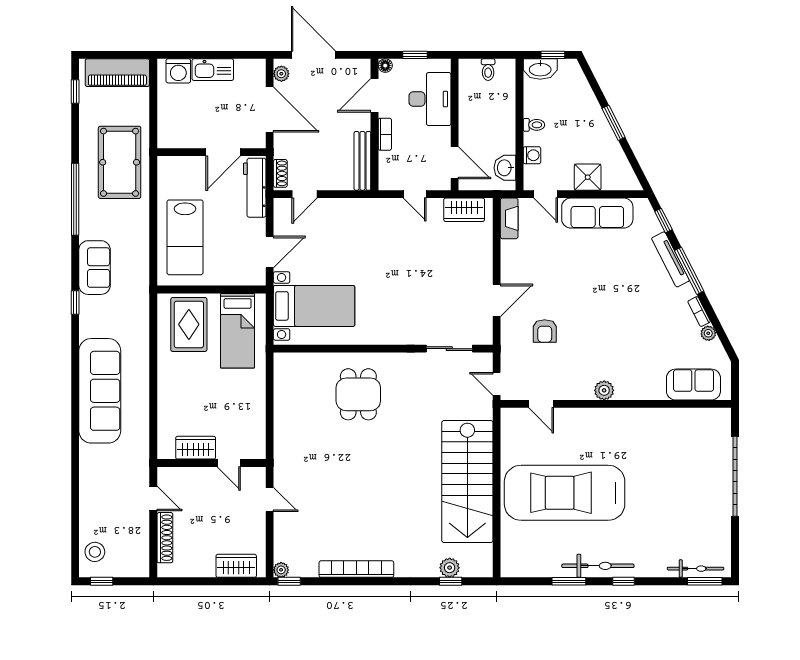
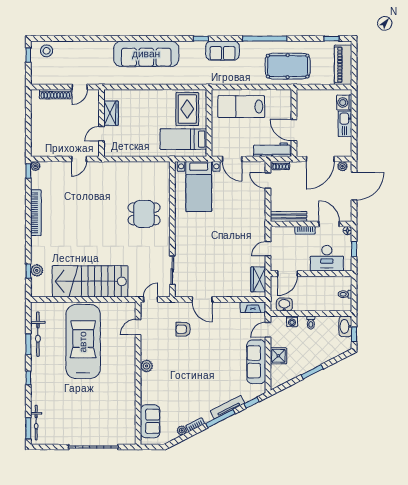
rug: (189, 324) -> (187, 109), turned 90
wardrobe: (236, 566) -> (38, 138), removed
bicycle: (598, 566) -> (38, 334), moved

